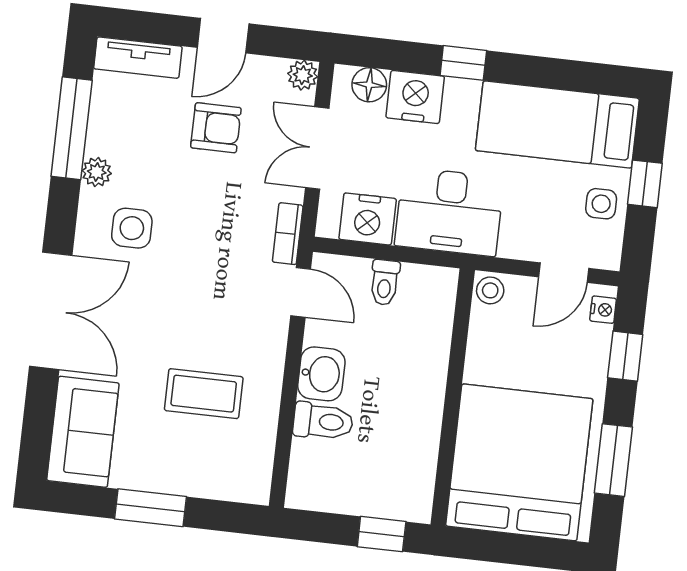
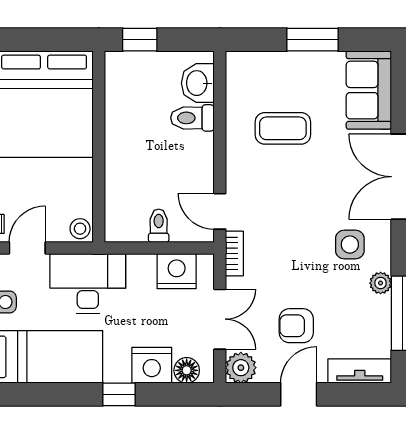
plant: (303, 75) -> (241, 368), width x1.38, depth x1.38
desk: (449, 212) -> (88, 283), moved
washbasin: (321, 374) -> (198, 83), moved

